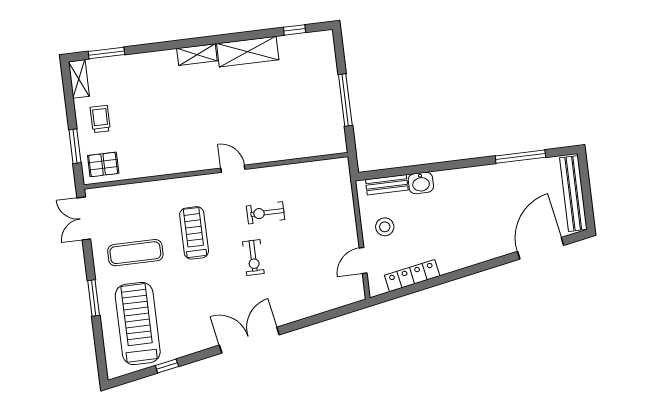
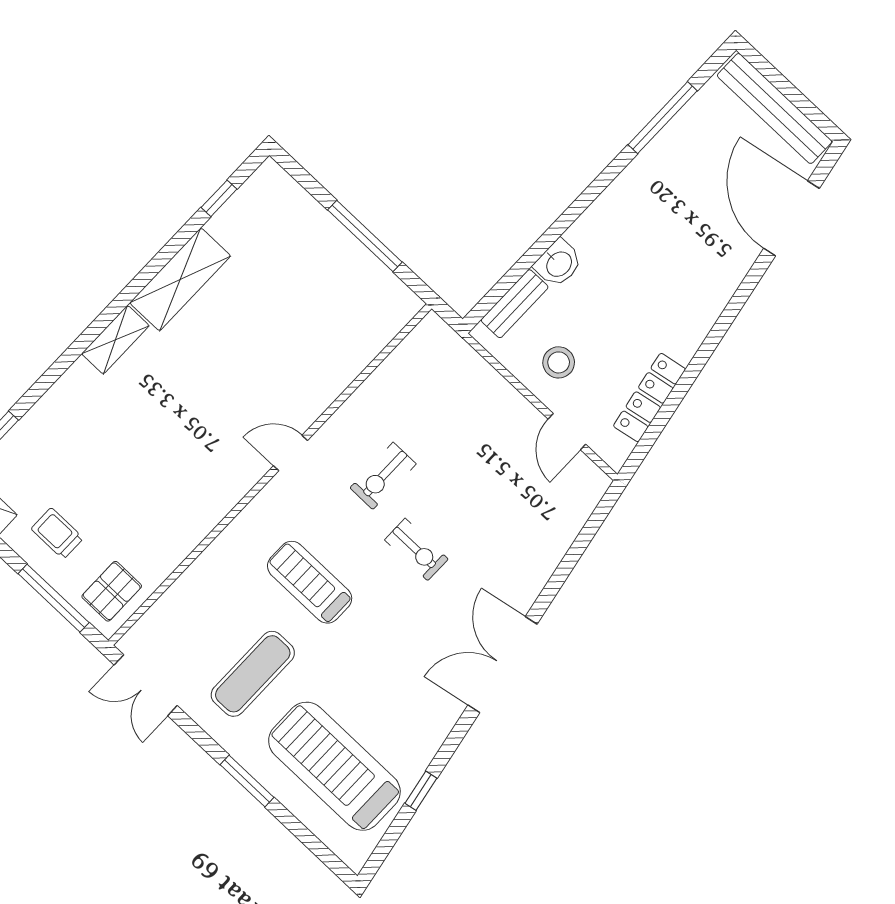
window: (75, 146) -> (54, 598), width x1.44

